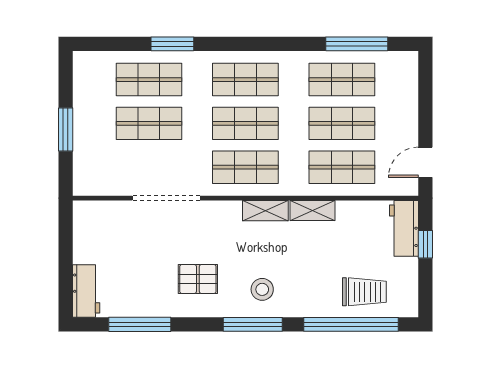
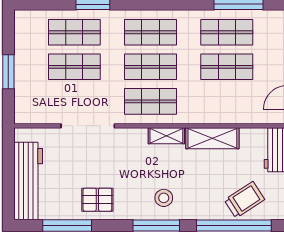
shop shelf: (342, 167) -> (227, 101), removed
shelving: (313, 211) -> (212, 138), width x1.50, depth x1.33
pallet: (198, 279) -> (97, 200), moved
workbench: (86, 291) -> (28, 181), width x1.88, depth x1.32
trolley: (364, 292) -> (244, 200), turned -33

